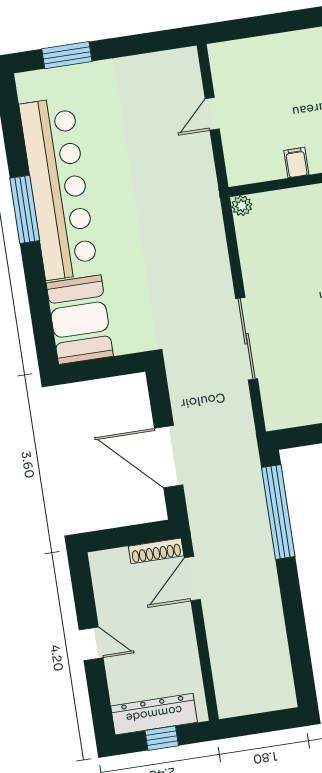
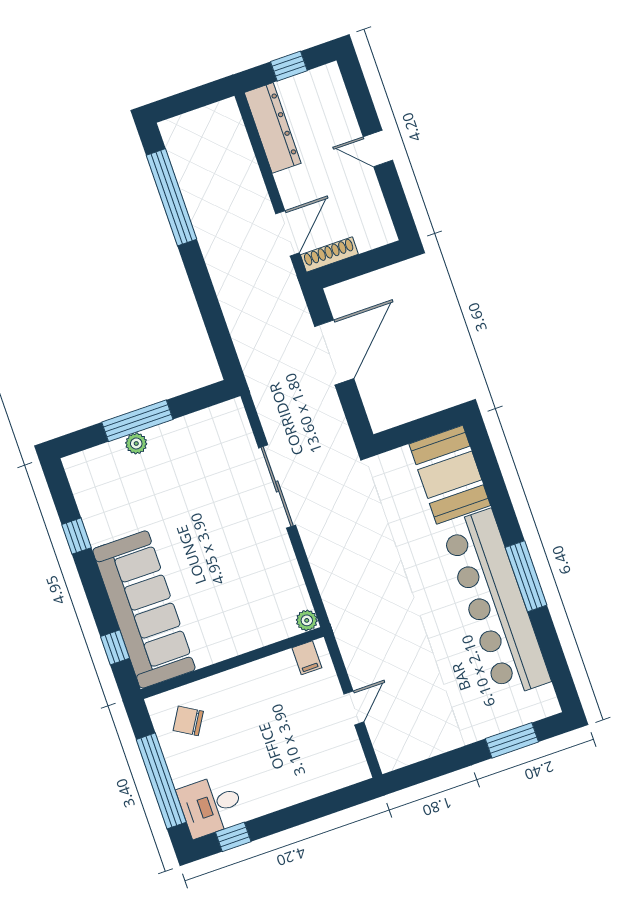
filing cabinet: (296, 163) -> (307, 658), moved
door: (169, 457) -> (334, 352), hinge flipped
window: (278, 512) -> (172, 197), moved
dresser: (154, 714) -> (273, 128), moved, turned -90

